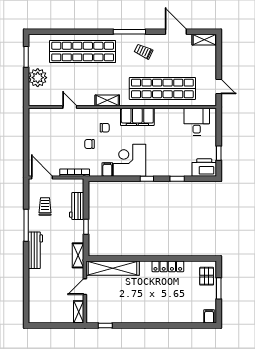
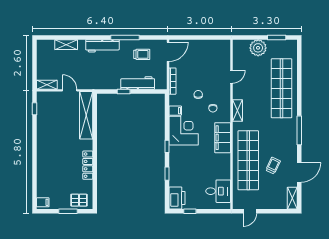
trolley: (143, 51) -> (273, 166), moved
workbench: (77, 206) -> (138, 83), width x1.38
shelving: (78, 255) -> (66, 45), moved

